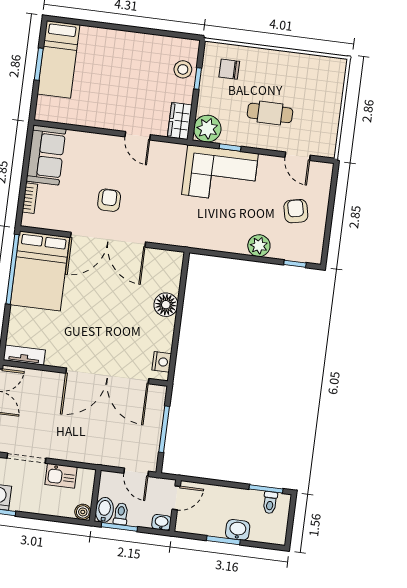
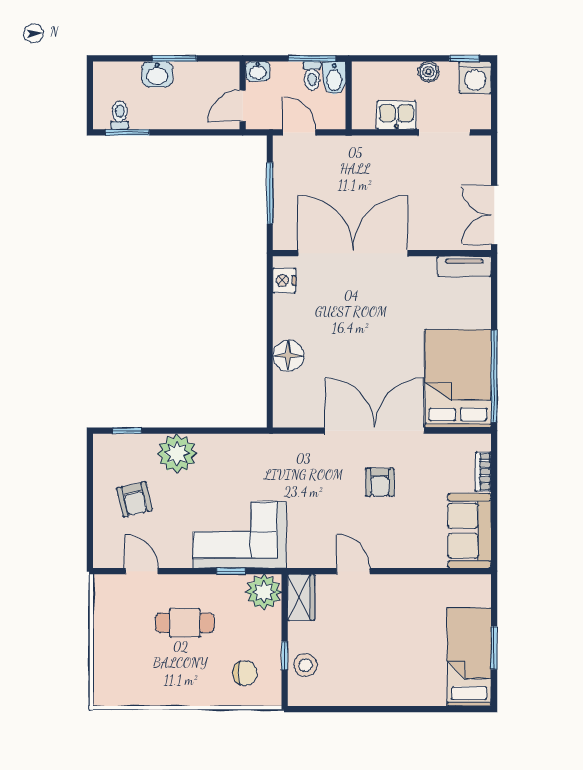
plant: (259, 246) -> (177, 453), width x1.36, depth x1.36
boiler: (83, 512) -> (429, 72), moved

